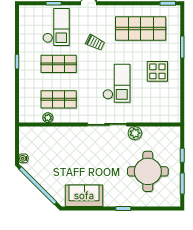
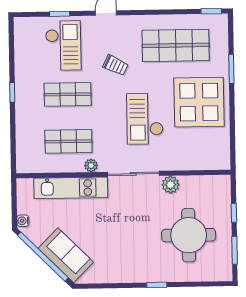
display table: (157, 71) -> (199, 102), width x1.86, depth x1.86
checkout: (116, 83) -> (145, 119), turned 180
plant: (48, 118) -> (91, 165), moved
kitchen unit: (60, 134) -> (71, 188), added
sofa: (84, 196) -> (66, 255), moved, turned 45

